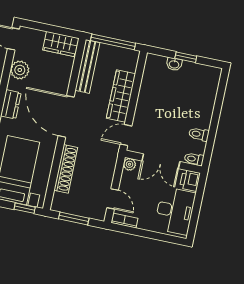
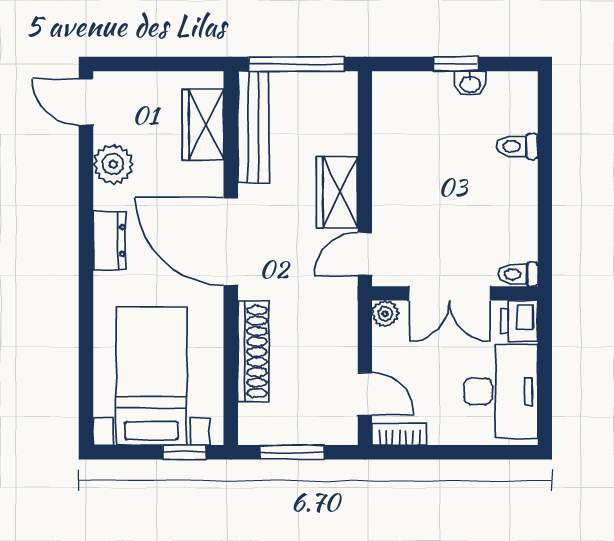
wardrobe: (61, 44) -> (203, 125), moved, turned 90
washbasin: (174, 64) -> (470, 84), moved
wardrobe: (121, 96) -> (337, 192), width x0.67
toilet: (199, 134) -> (517, 146), moved

